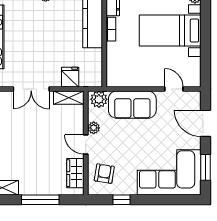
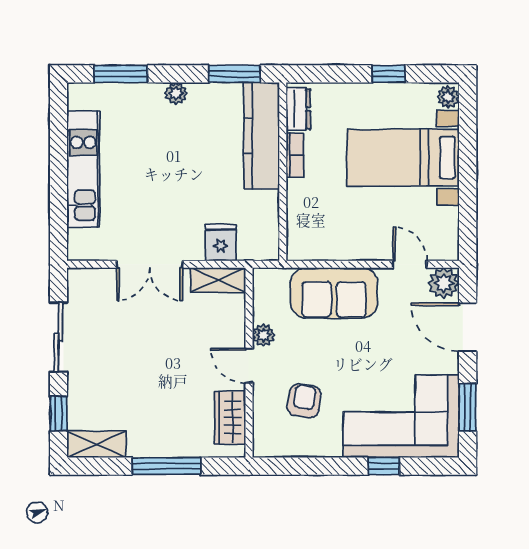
plant: (99, 99) -> (444, 283), moved
armchair: (104, 174) -> (304, 401), moved
window: (122, 200) -> (384, 466), moved

